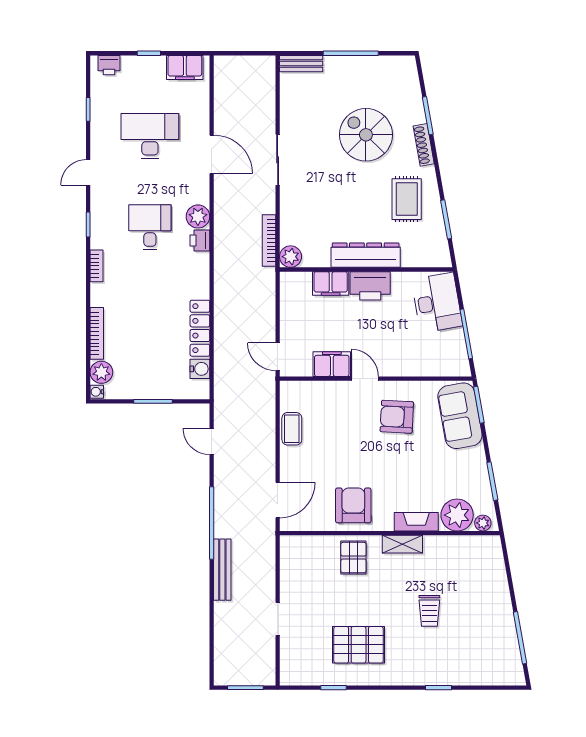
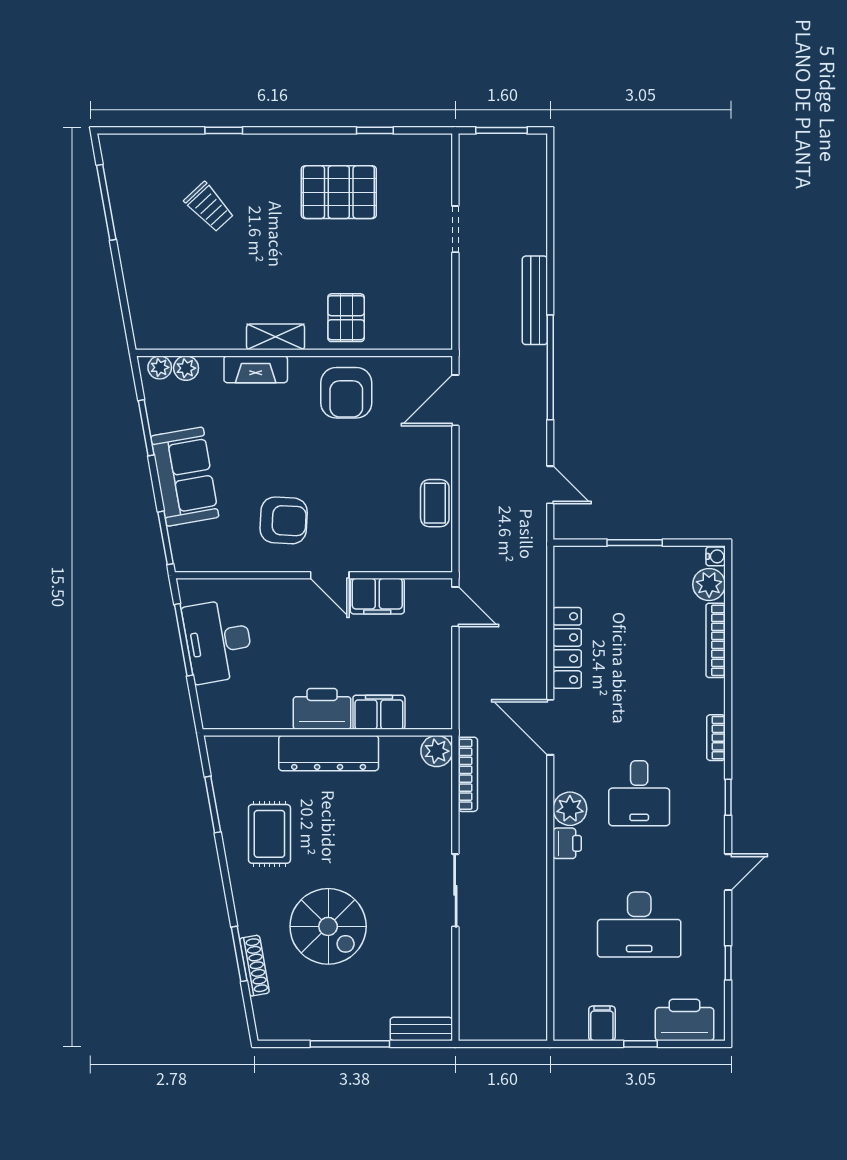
printer: (109, 65) -> (685, 1020), width x1.87, depth x1.48
filing cabinet: (185, 67) -> (602, 1023), width x0.50
shoe rack: (424, 145) -> (254, 966), moved
door: (212, 154) -> (550, 727), moved
printer: (200, 240) -> (567, 843), moved
desk: (437, 303) -> (218, 641), moved
water cooler: (200, 369) -> (567, 589), removed
sofa: (460, 416) -> (185, 477), moved
plant: (457, 515) -> (186, 368), width x0.53, depth x0.53
trolley: (429, 611) -> (209, 207), moved, turned 137

